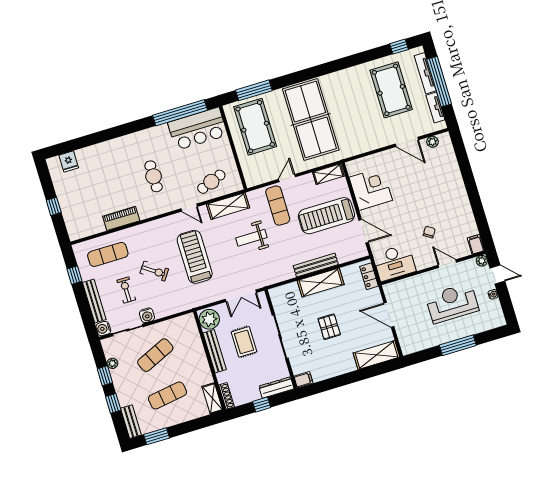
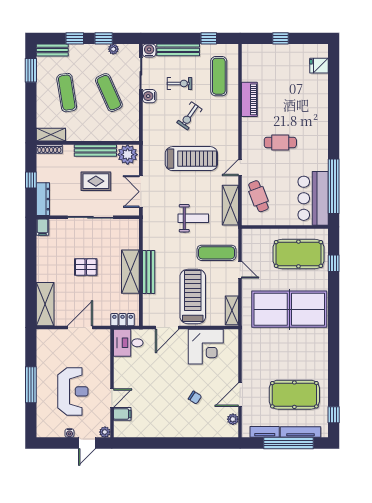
window: (254, 90) -> (334, 263), width x0.46
chair: (429, 232) -> (195, 398), moved
weight bench: (251, 238) -> (193, 218), turned 90
filing cabinet: (476, 244) -> (122, 414), moved
desk: (394, 263) -> (128, 343), width x0.73

